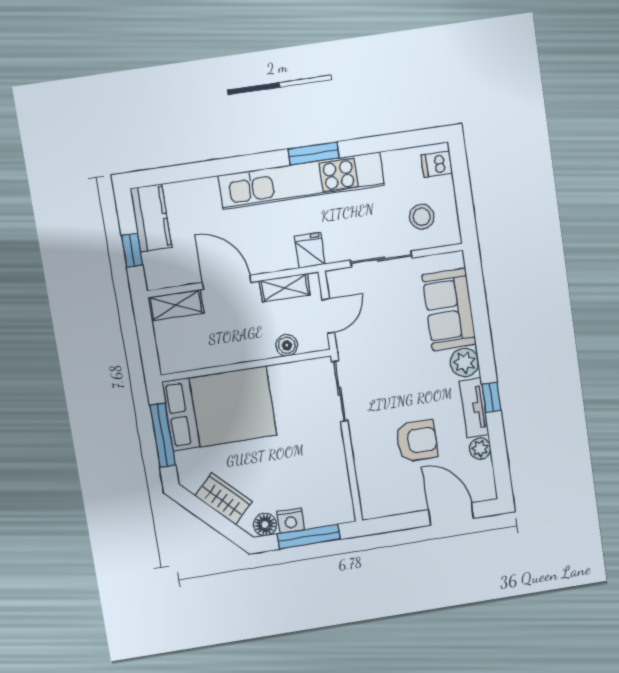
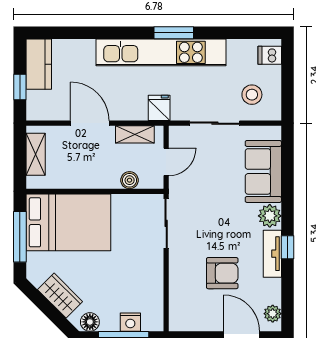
shelving: (176, 305) -> (36, 154), moved, turned 90
plant: (480, 449) -> (273, 314), moved
nightstand: (291, 521) -> (130, 322), moved

